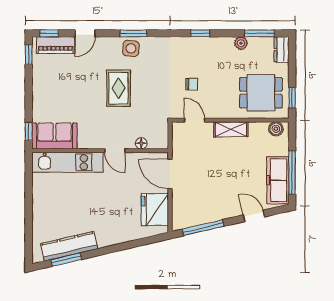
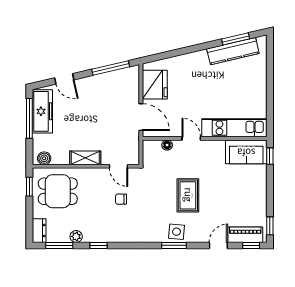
window: (200, 33) -> (99, 245), moved

